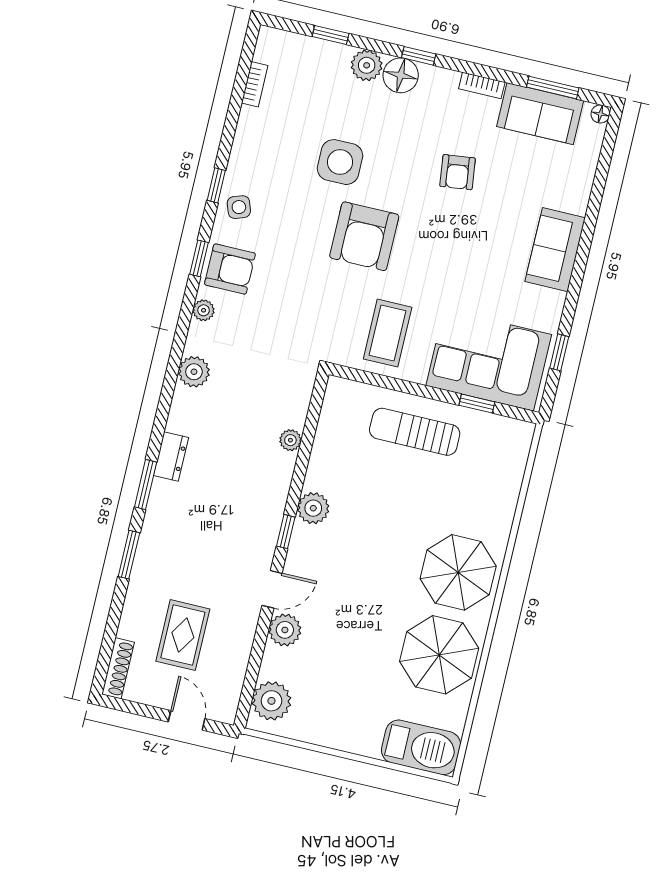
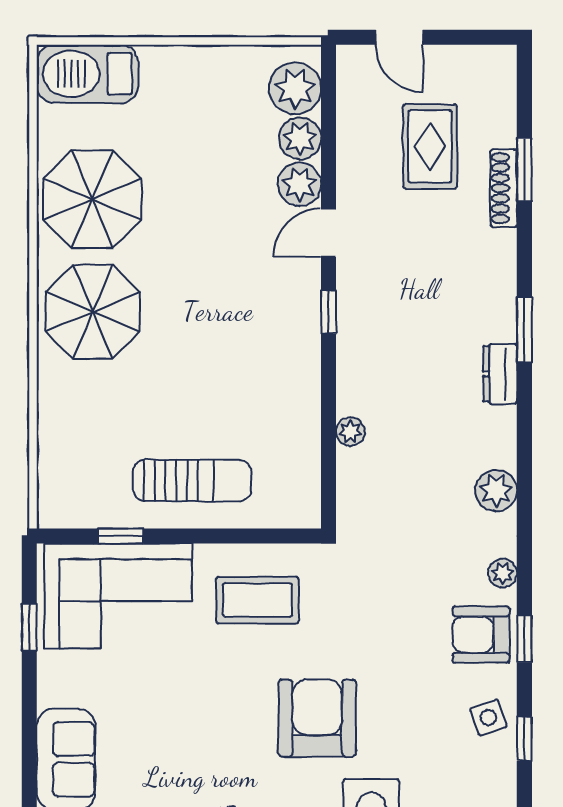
coffee table: (388, 333) -> (257, 600), turned 90
plant: (313, 508) -> (300, 138), moved
window: (129, 555) -> (524, 170), moved
shoe rack: (118, 668) -> (504, 188), moved

